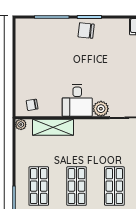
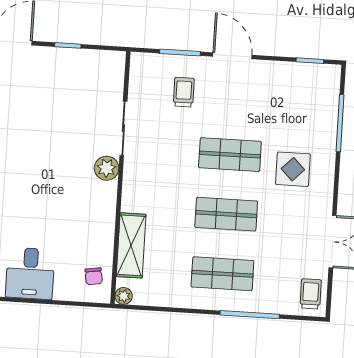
desk: (77, 100) -> (30, 273), moved, turned 90

